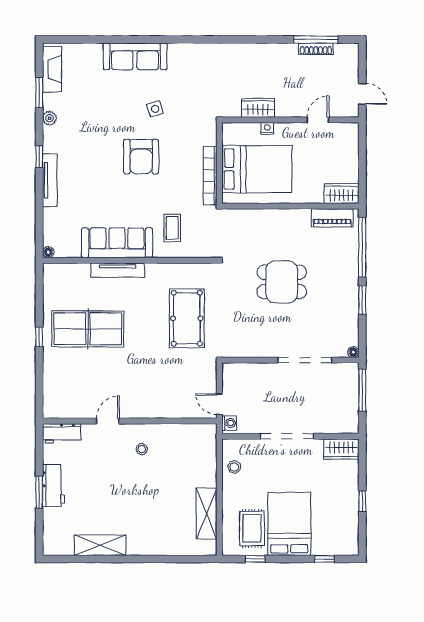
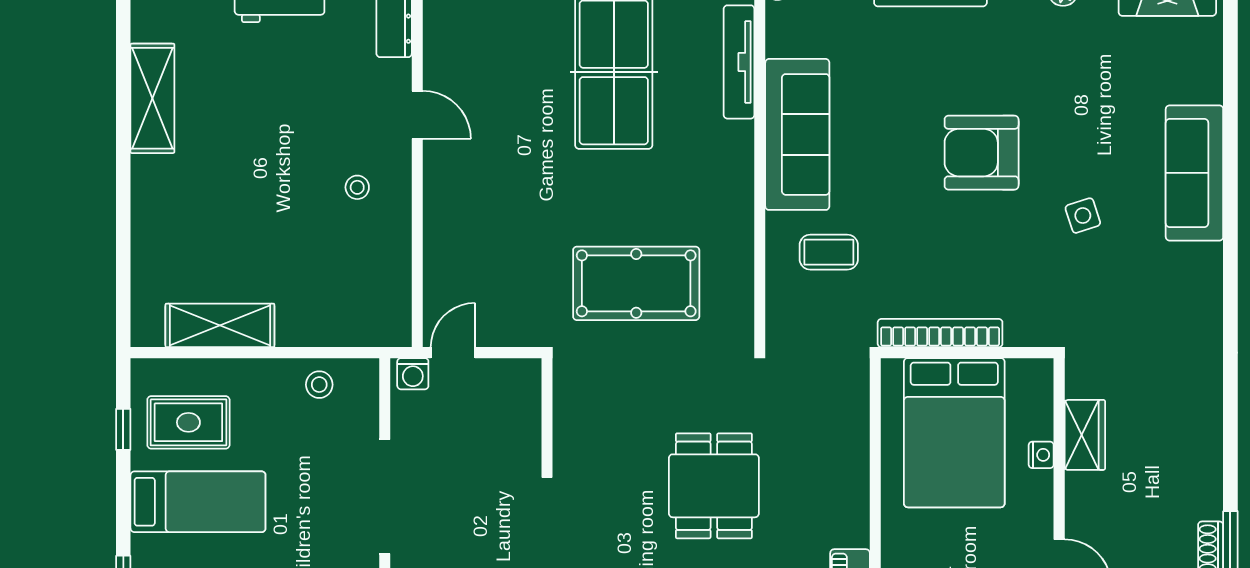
armchair: (141, 157) -> (982, 153), moved
tv unit: (118, 270) -> (739, 62), moved
bed: (289, 524) -> (198, 502), width x0.67

